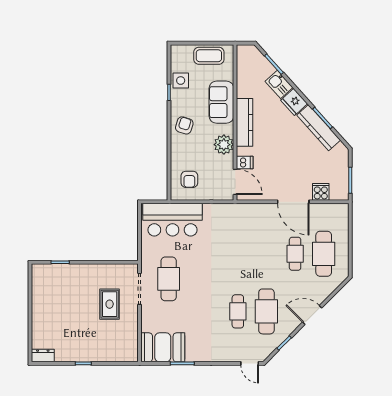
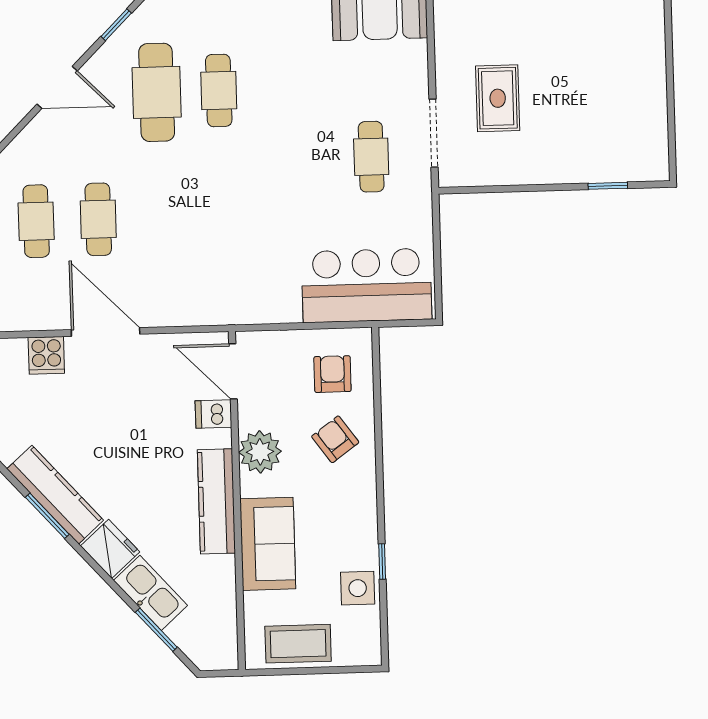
kitchen sink: (279, 84) -> (151, 593), width x1.38
armchair: (184, 125) -> (335, 439), moved, turned 127
cafe table: (324, 254) -> (36, 221), width x0.73, depth x0.74
cafe table: (169, 279) -> (371, 157), width x0.73, depth x0.74

